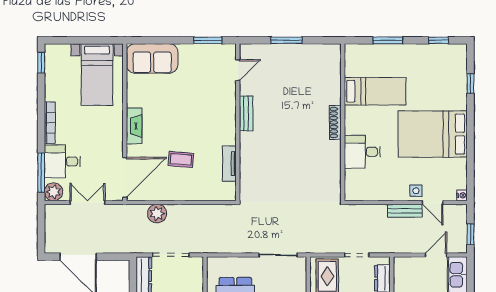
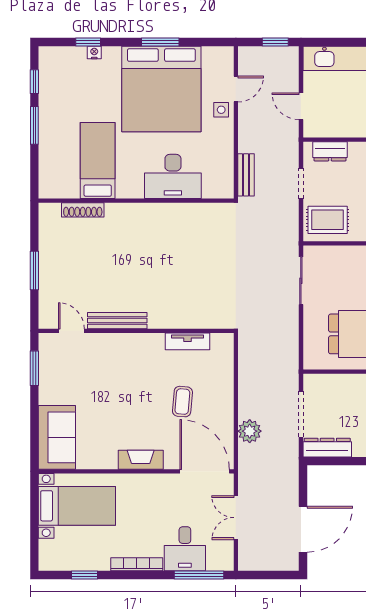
window: (388, 40) -> (34, 125), moved
window: (41, 63) -> (85, 575), moved
bench: (246, 113) -> (117, 321), width x1.36
shoe rack: (335, 122) -> (83, 210), moved
bed: (433, 134) -> (161, 89), width x1.36
window: (470, 142) -> (160, 42), added
desk: (362, 152) -> (173, 176), width x1.37
plant: (54, 192) -> (223, 560), removed
nightstand: (462, 195) -> (94, 52), moved
bench: (405, 211) -> (246, 175), moved
door: (436, 255) -> (301, 106), moved

